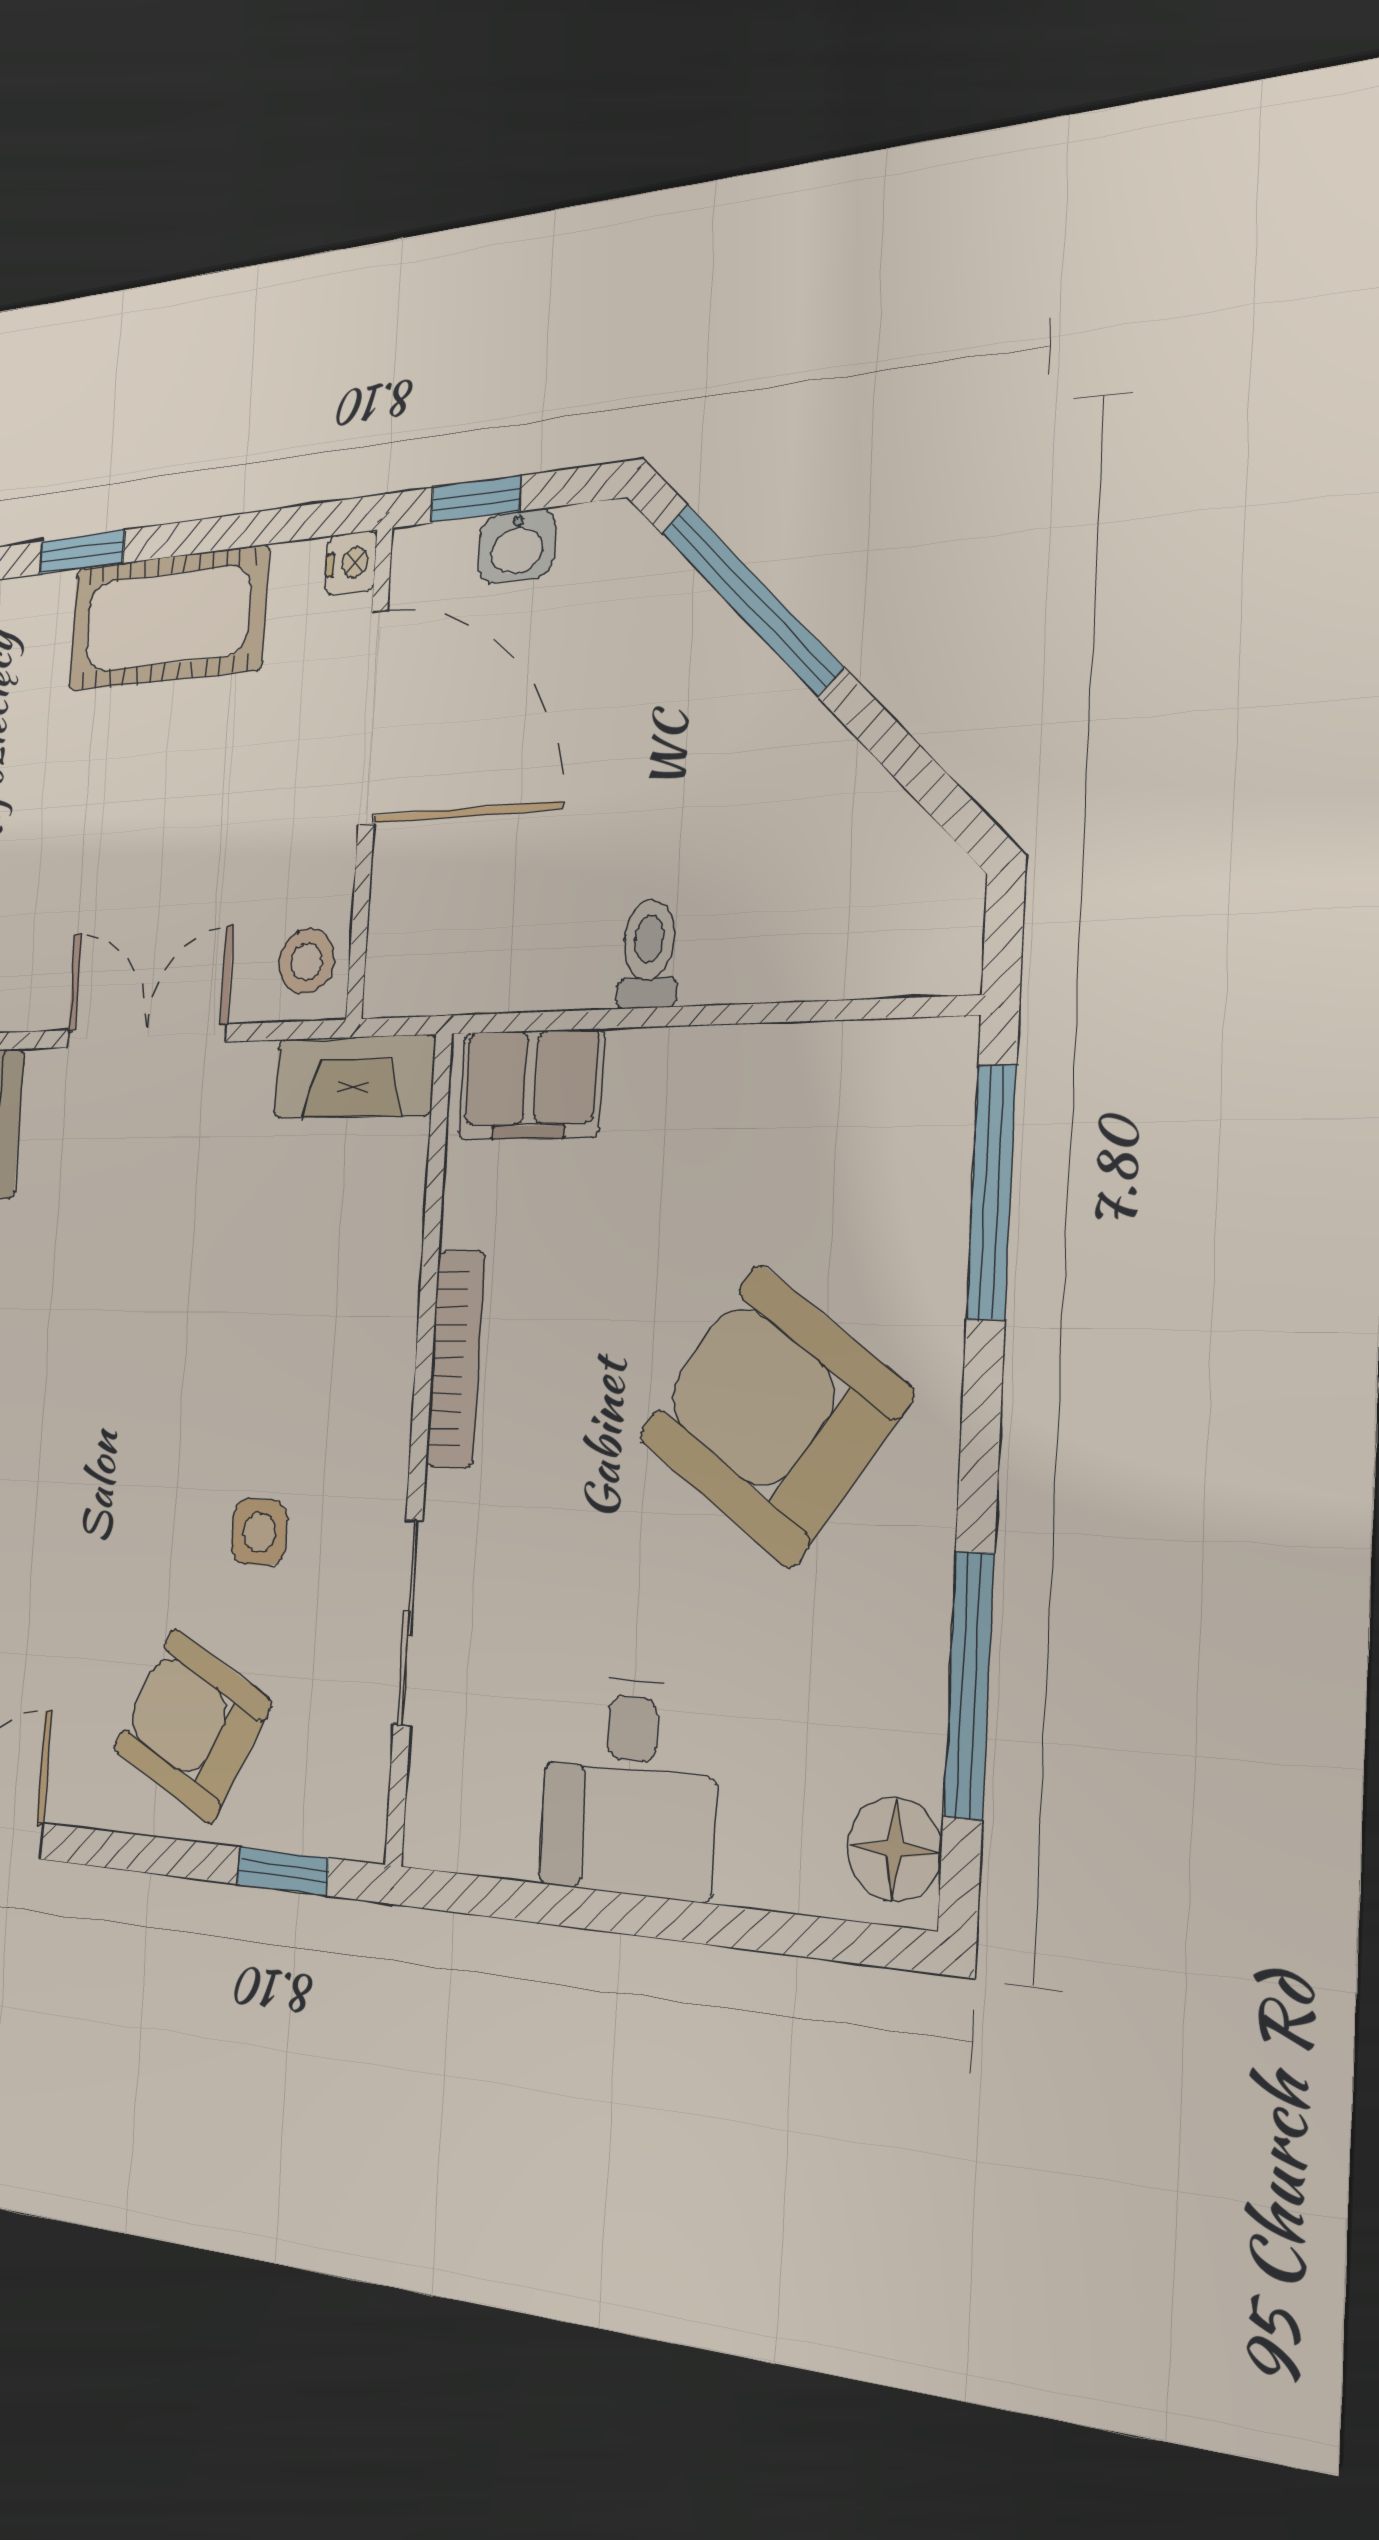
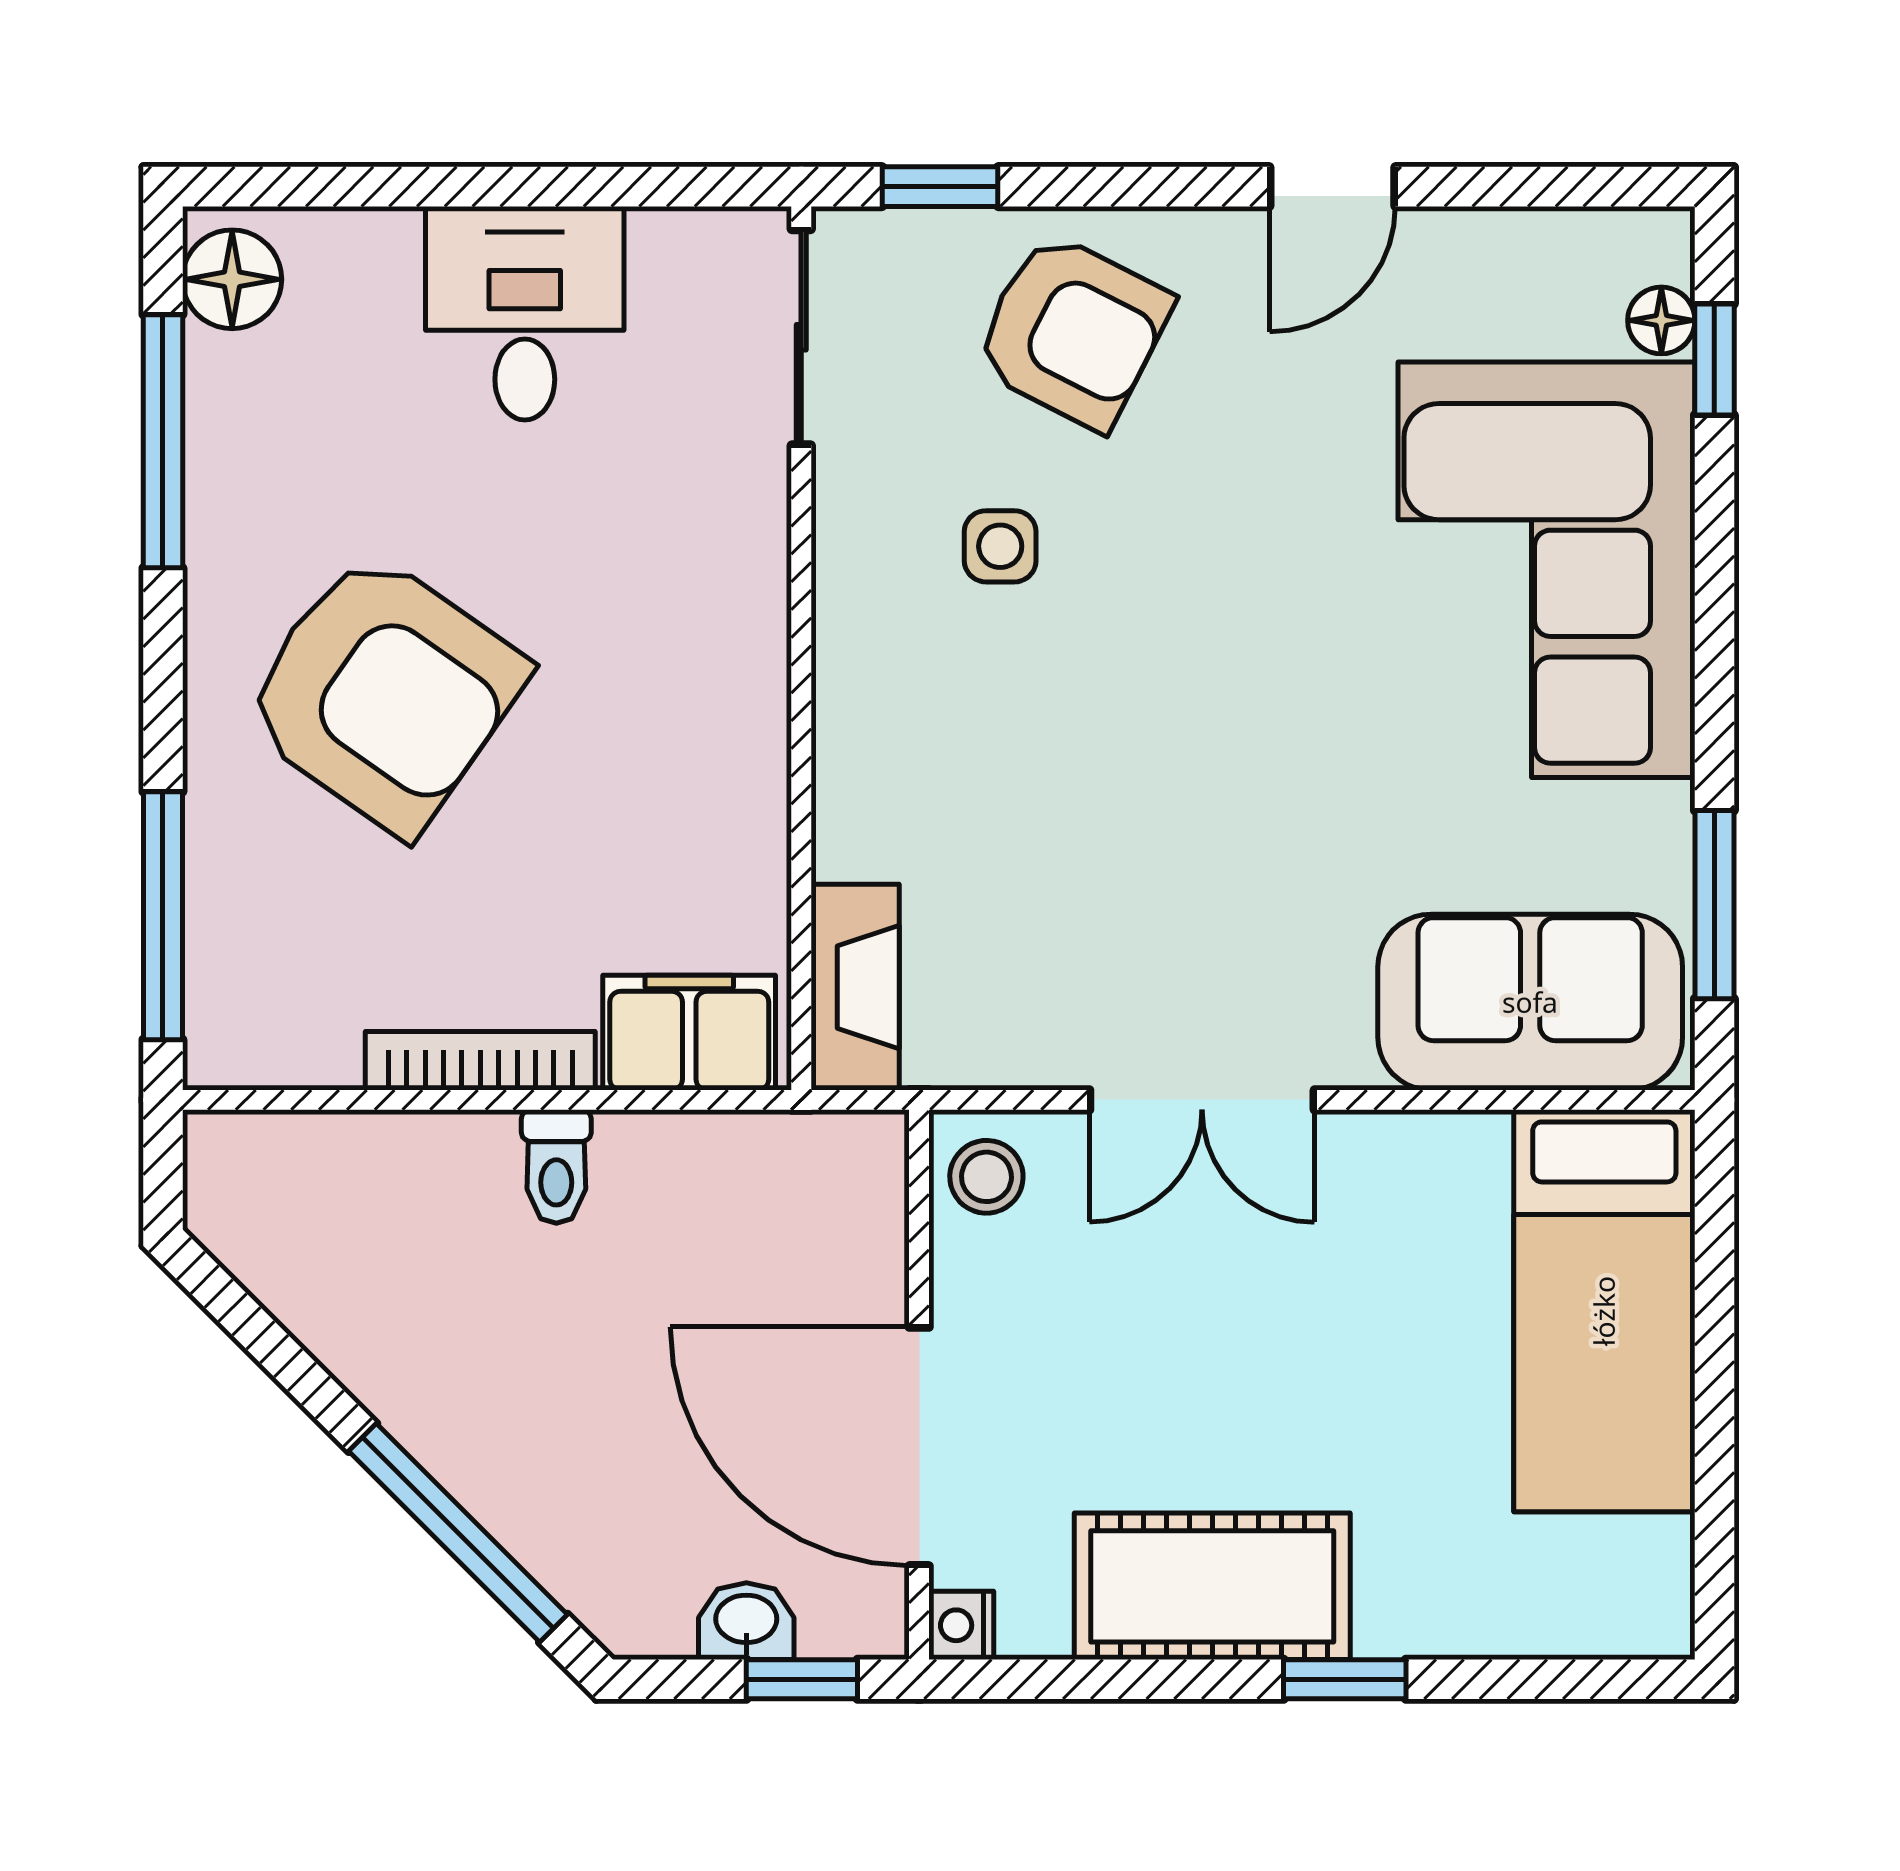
fireplace: (354, 1077) -> (855, 987), moved, turned 90
bookcase: (455, 1359) -> (480, 1061), moved, turned 90
sliding door: (408, 1623) -> (801, 337), moved

